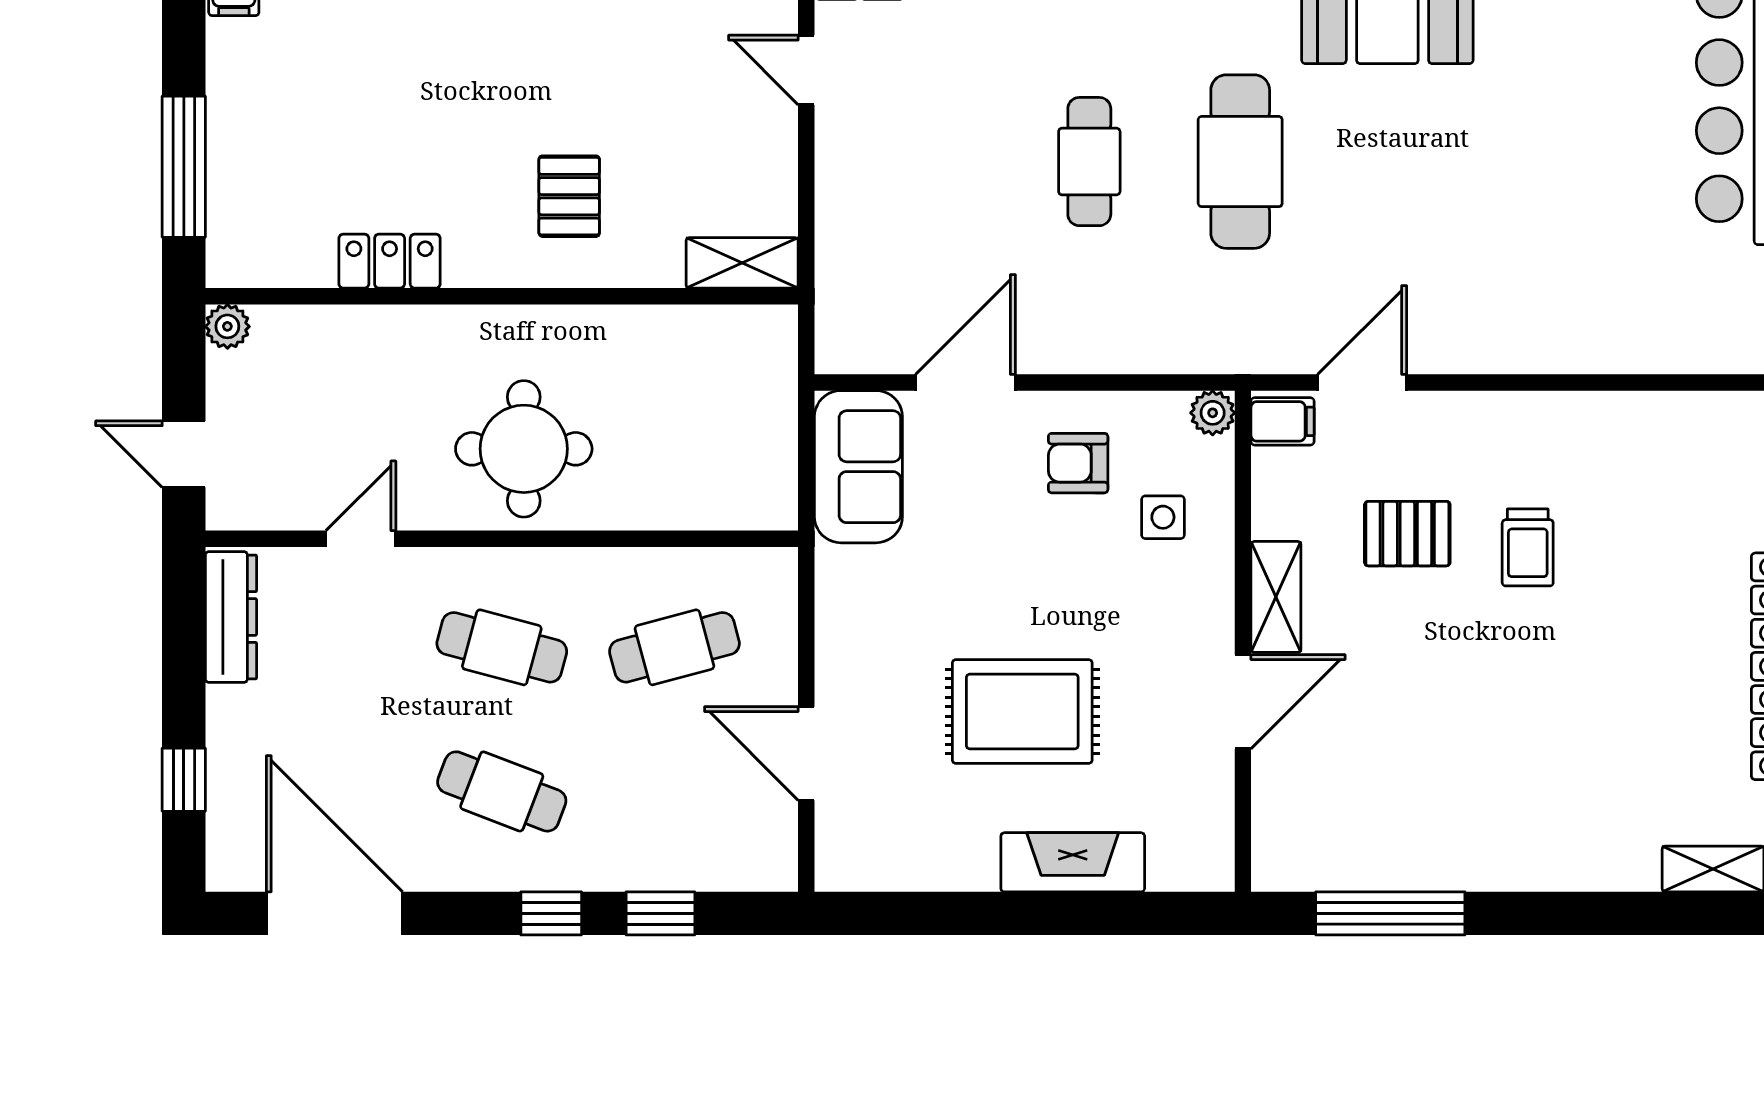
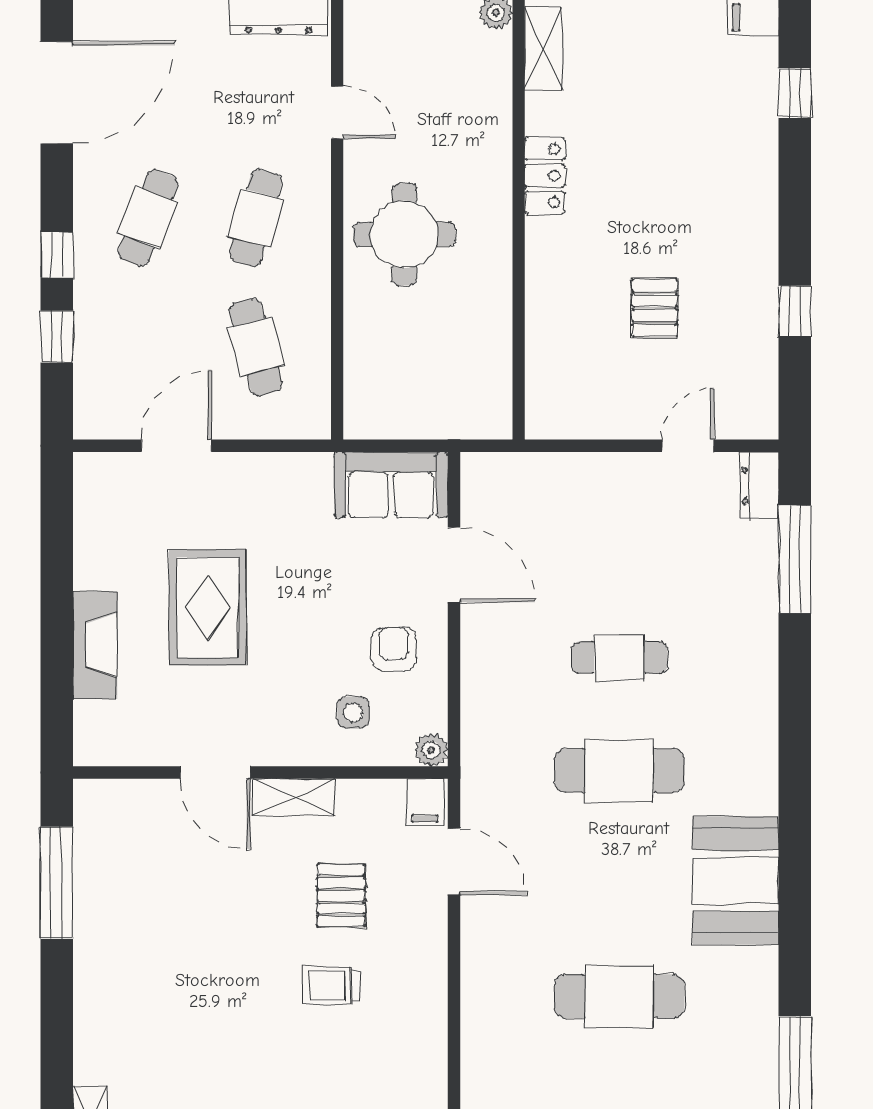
cafe table: (1542, 162) -> (619, 996), added
pallet: (569, 196) -> (655, 308), moved, turned 90
locker: (390, 261) -> (545, 176), moved
shelving: (742, 263) -> (544, 49), moved

